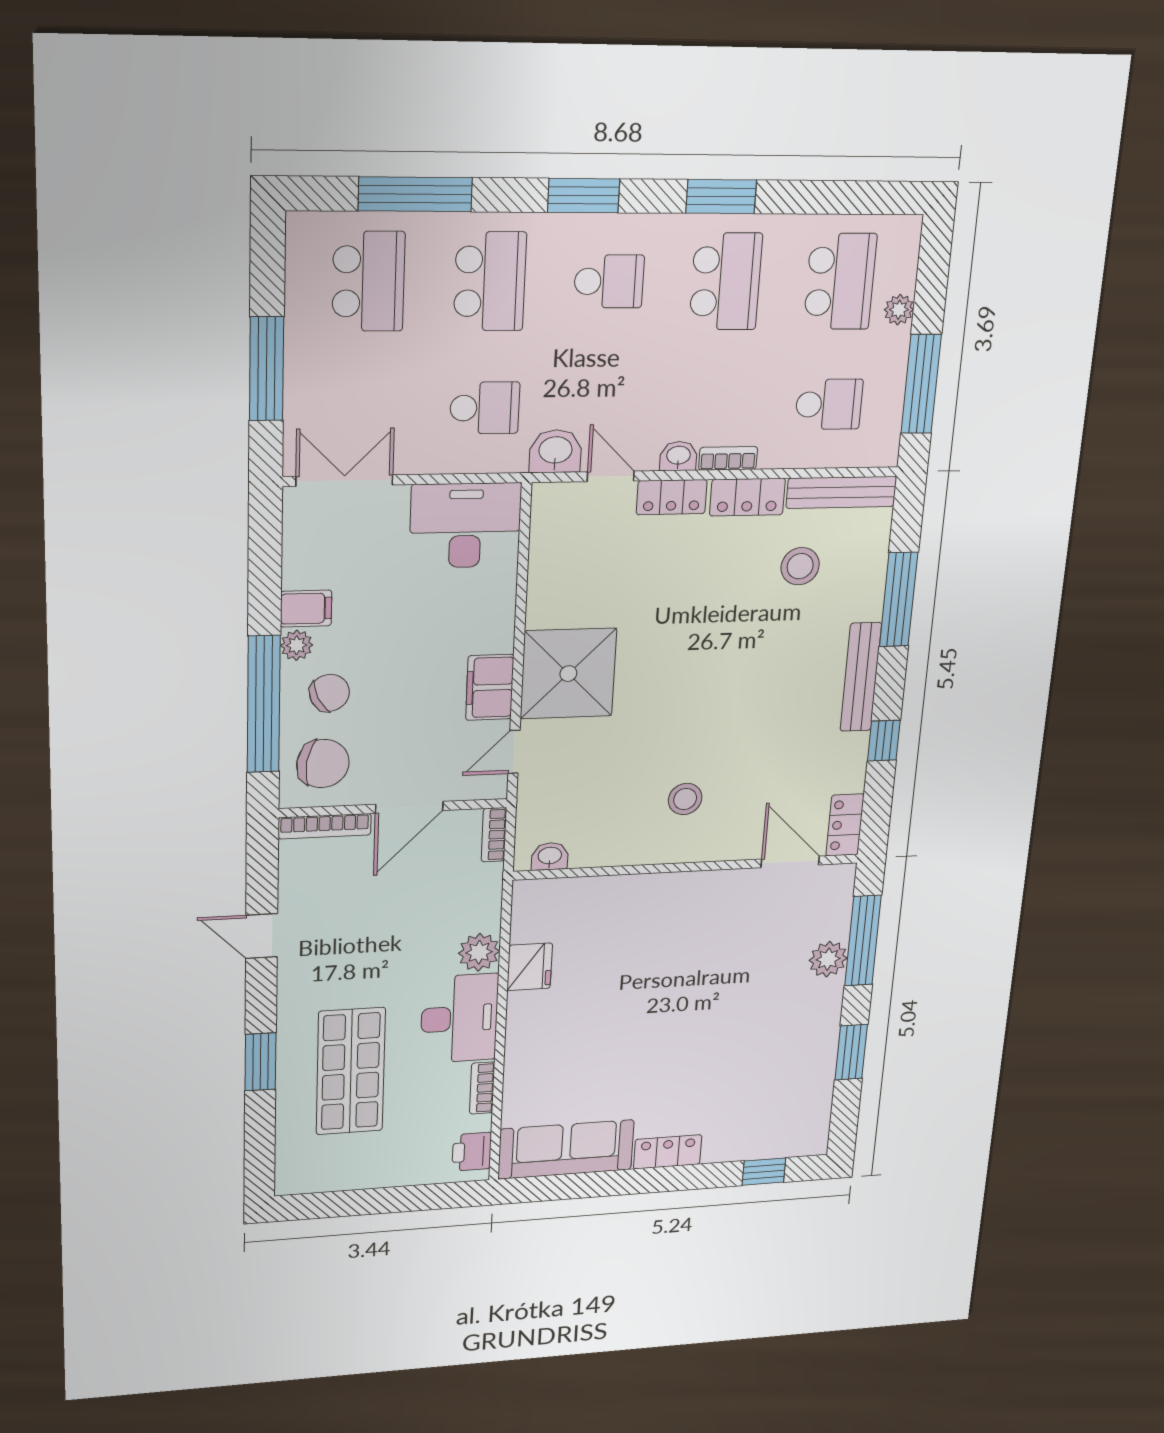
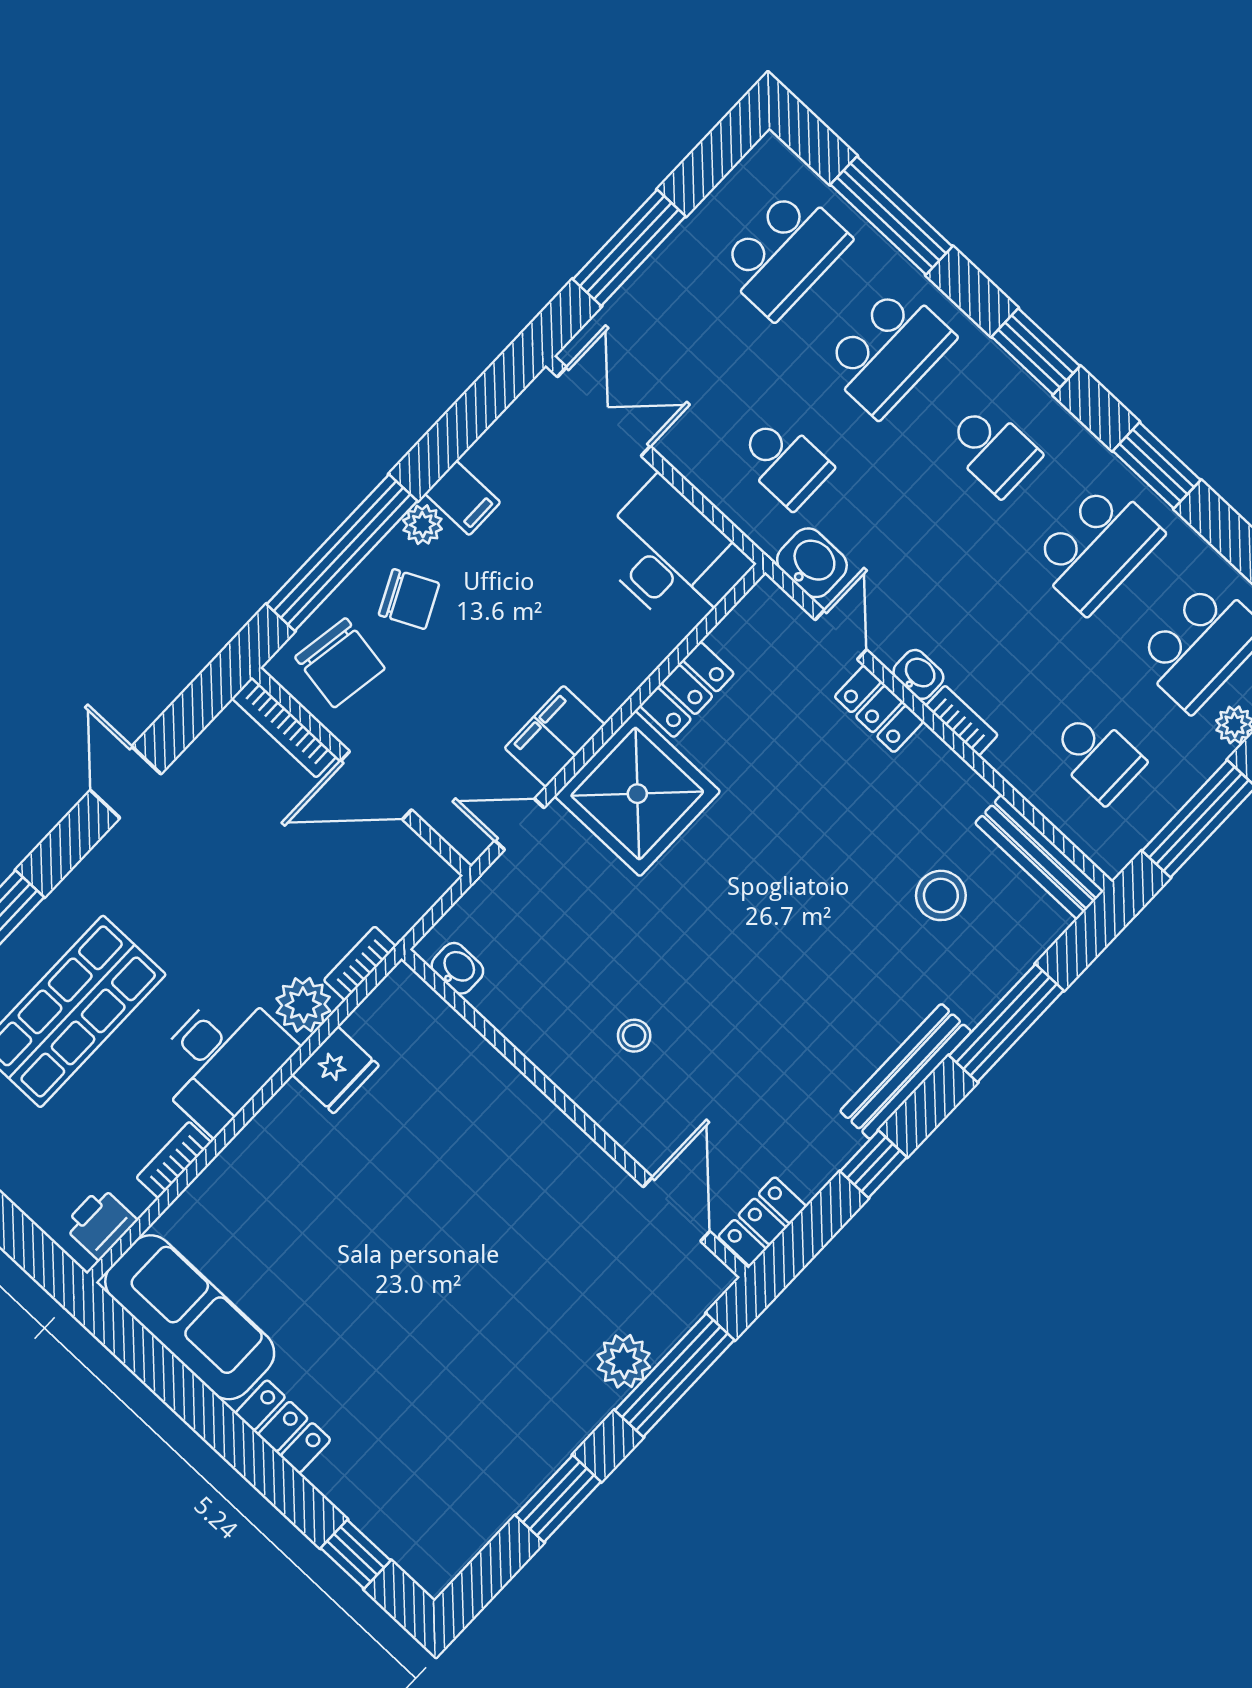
locker: (747, 497) -> (687, 690), moved, turned -90
stool: (685, 799) -> (634, 1036), width x0.73, depth x0.73
bookcase: (494, 835) -> (360, 963), moved

